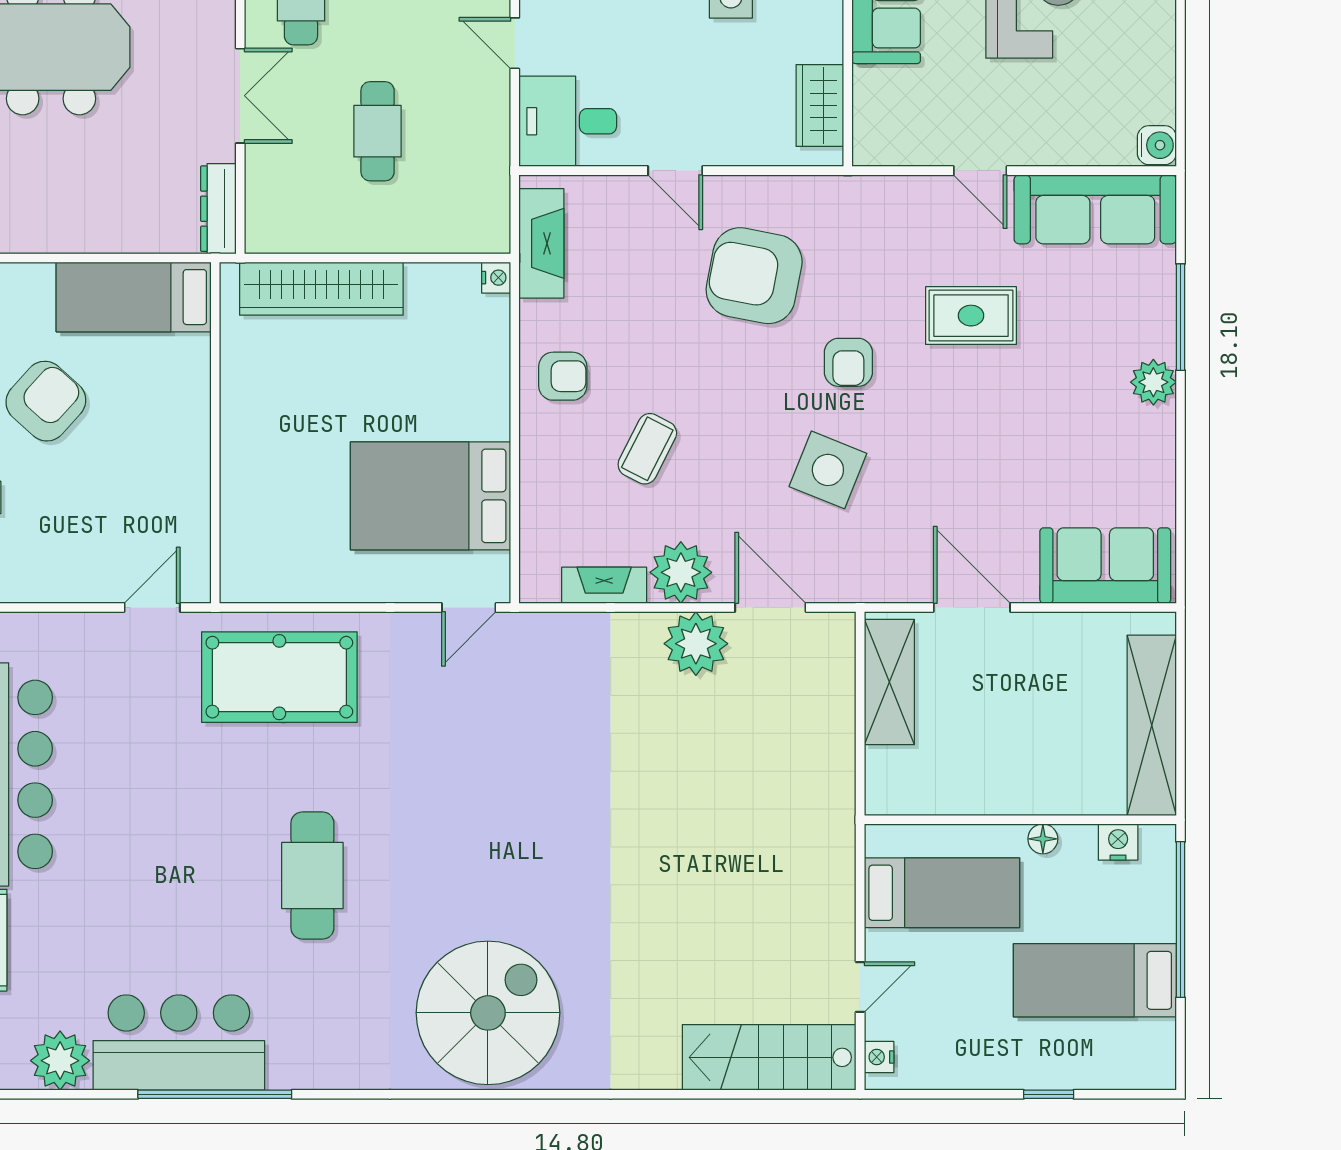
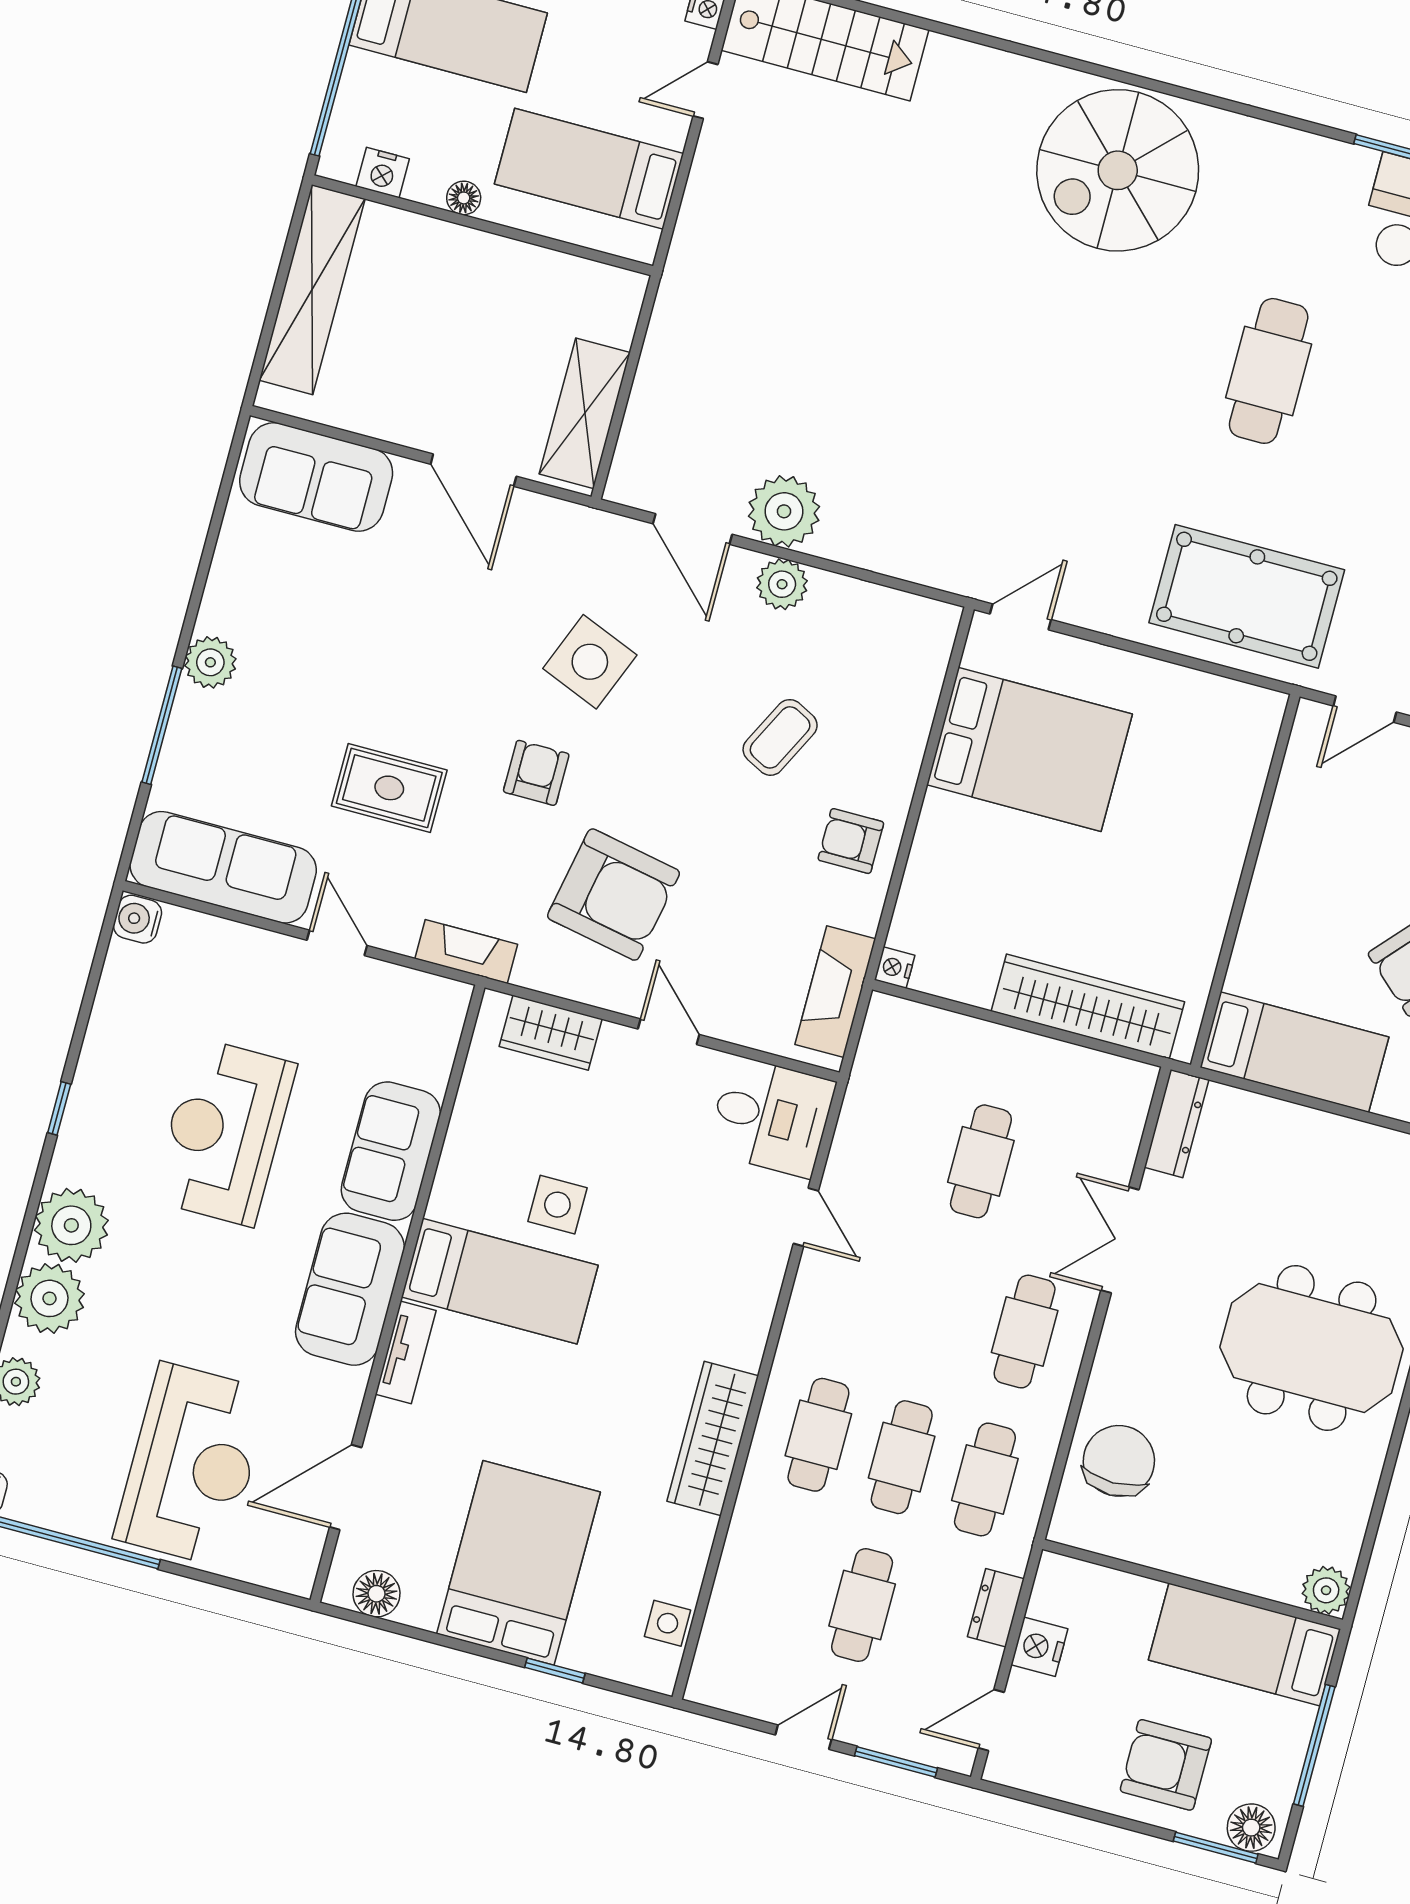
wardrobe: (820, 106) -> (551, 1033), moved, turned 90
plant: (681, 572) -> (782, 584), width x0.73, depth x0.73
fireplace: (604, 585) -> (466, 952), moved, turned 180

